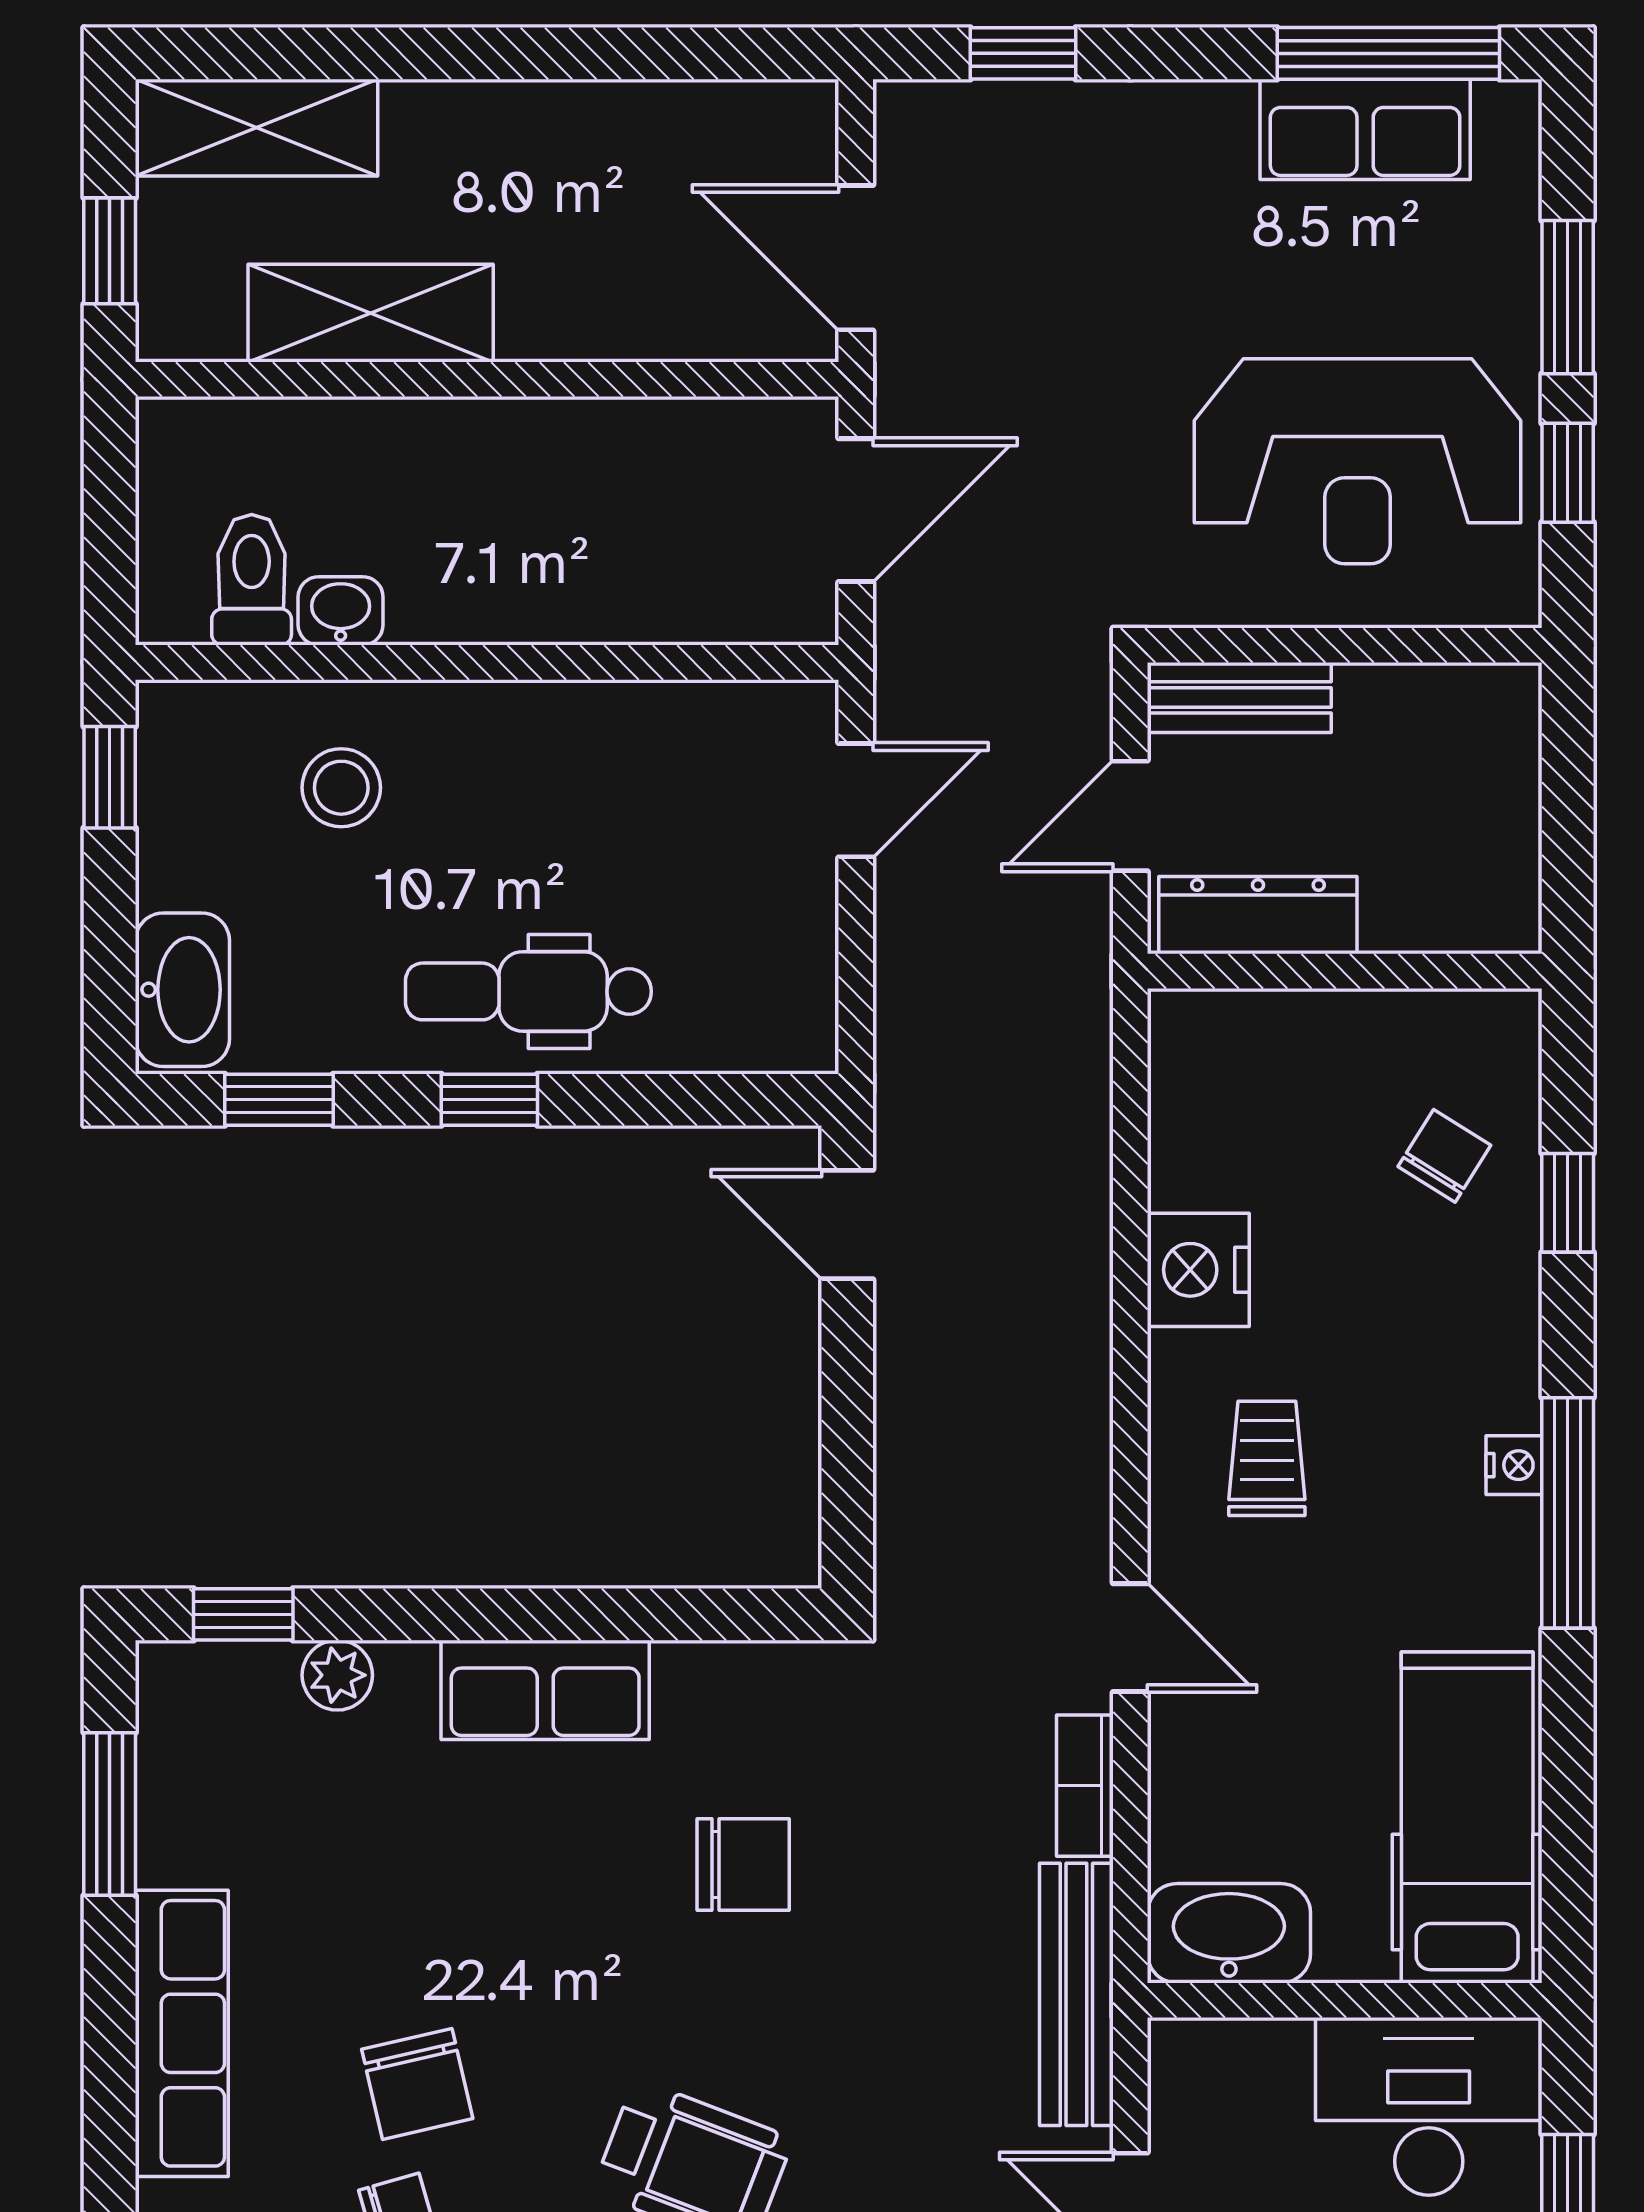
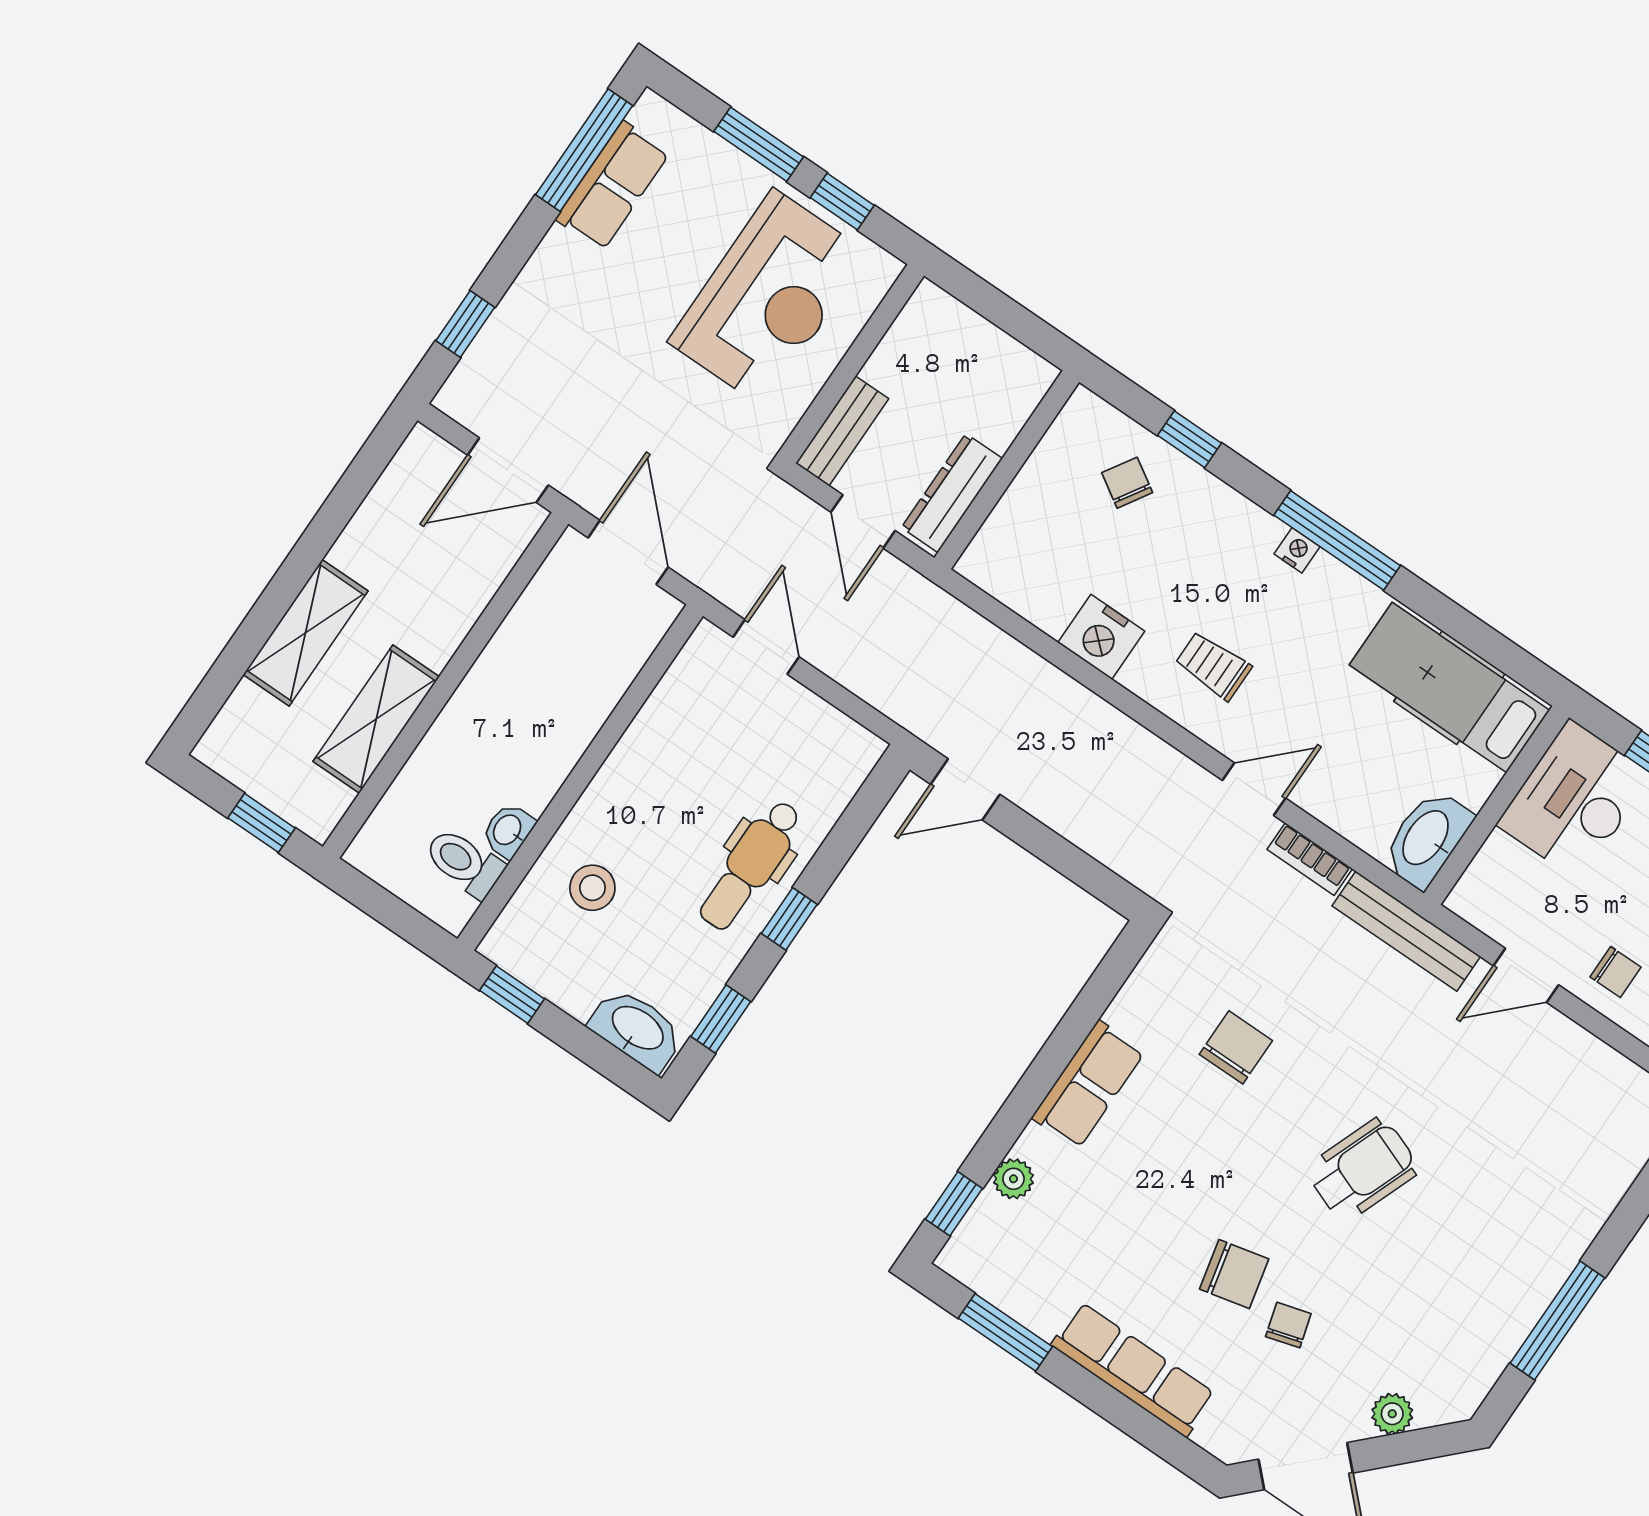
shelving: (256, 128) -> (306, 633), moved

